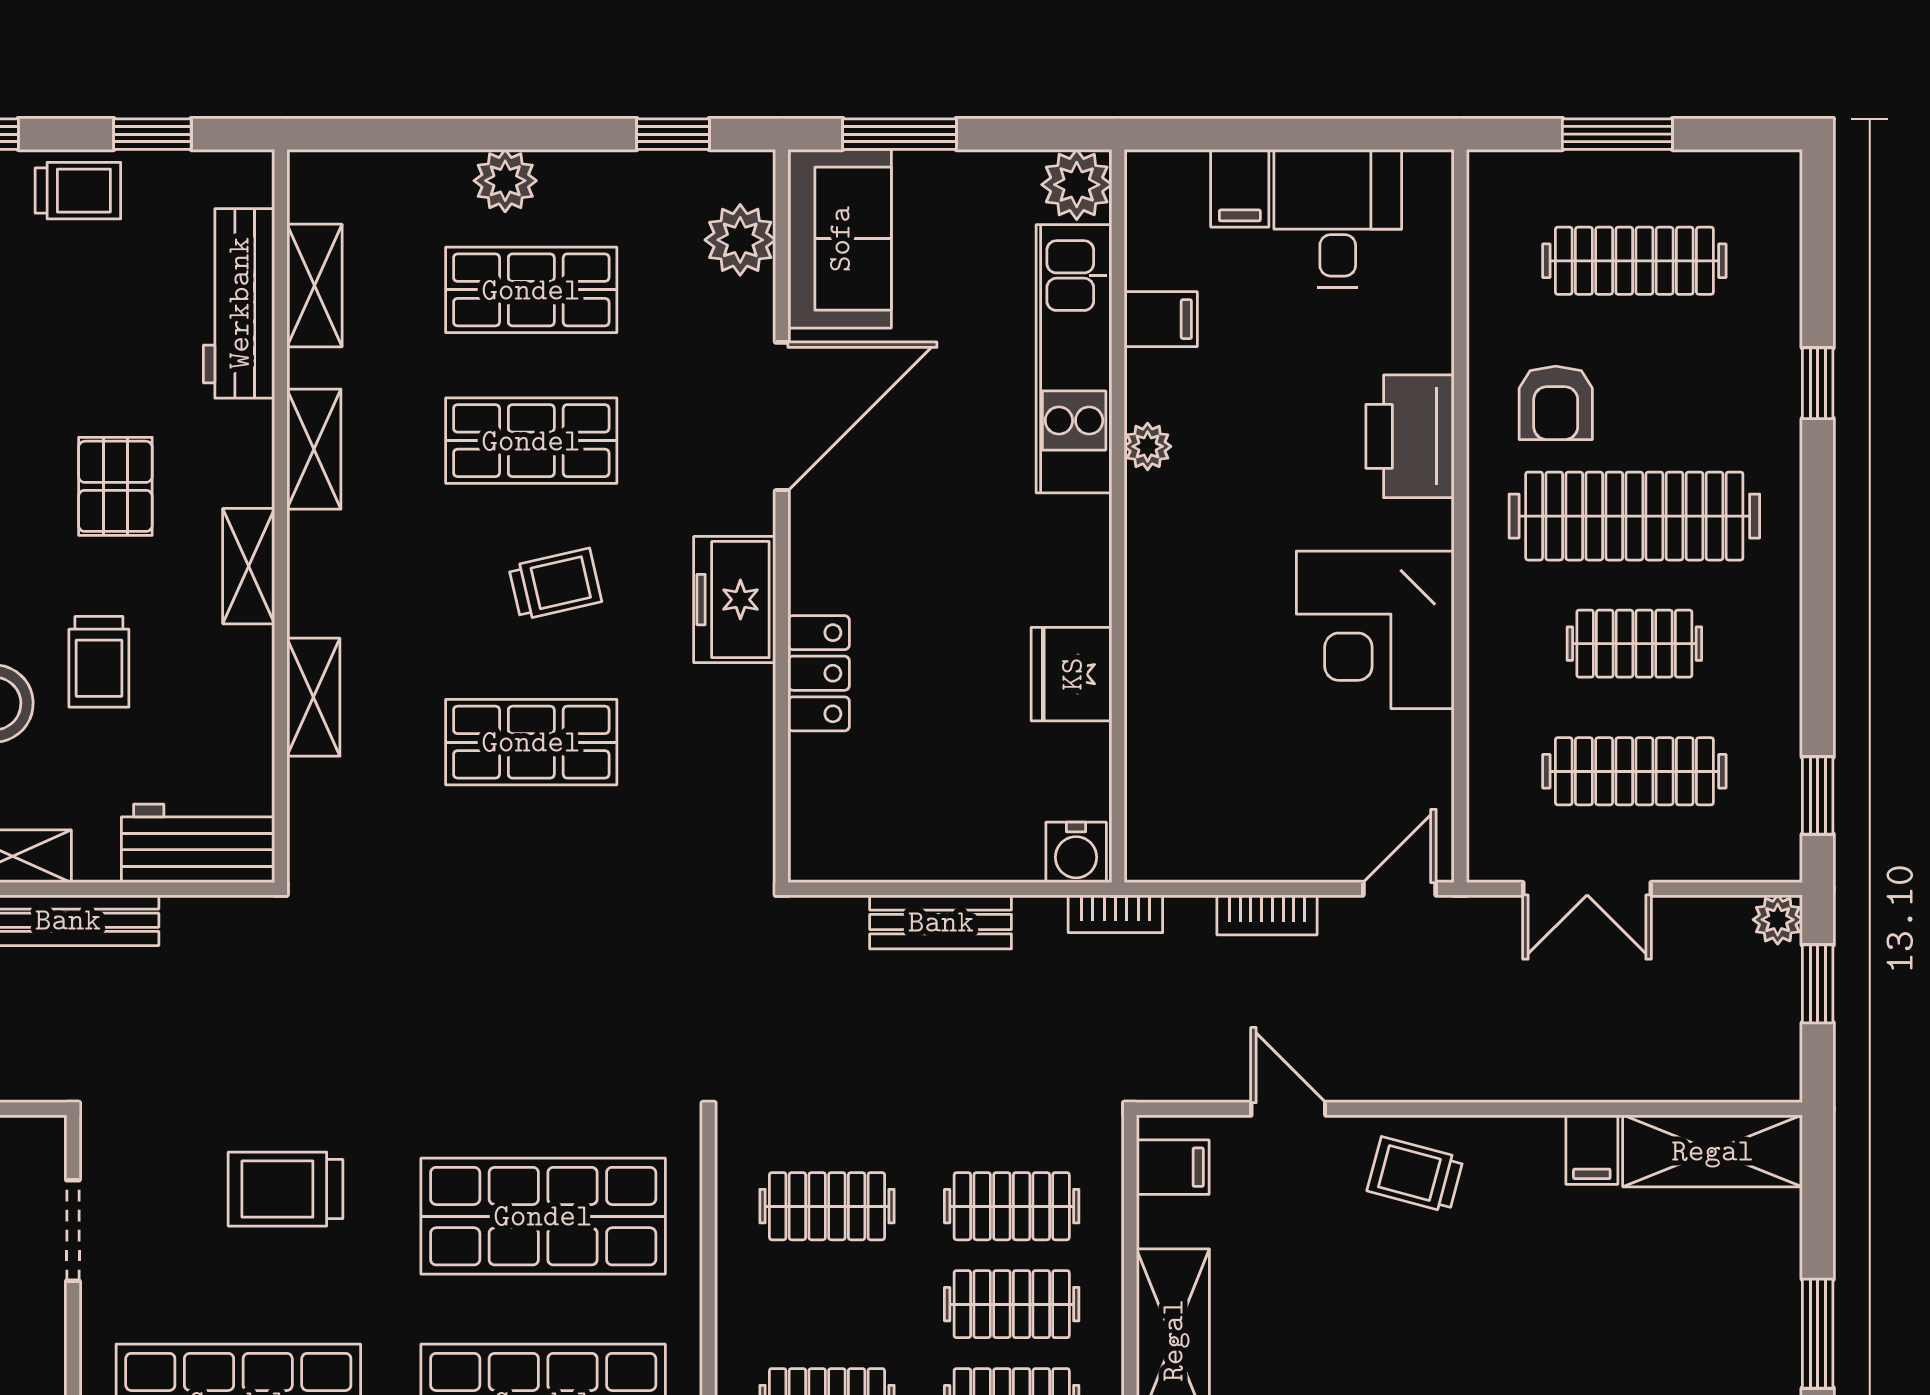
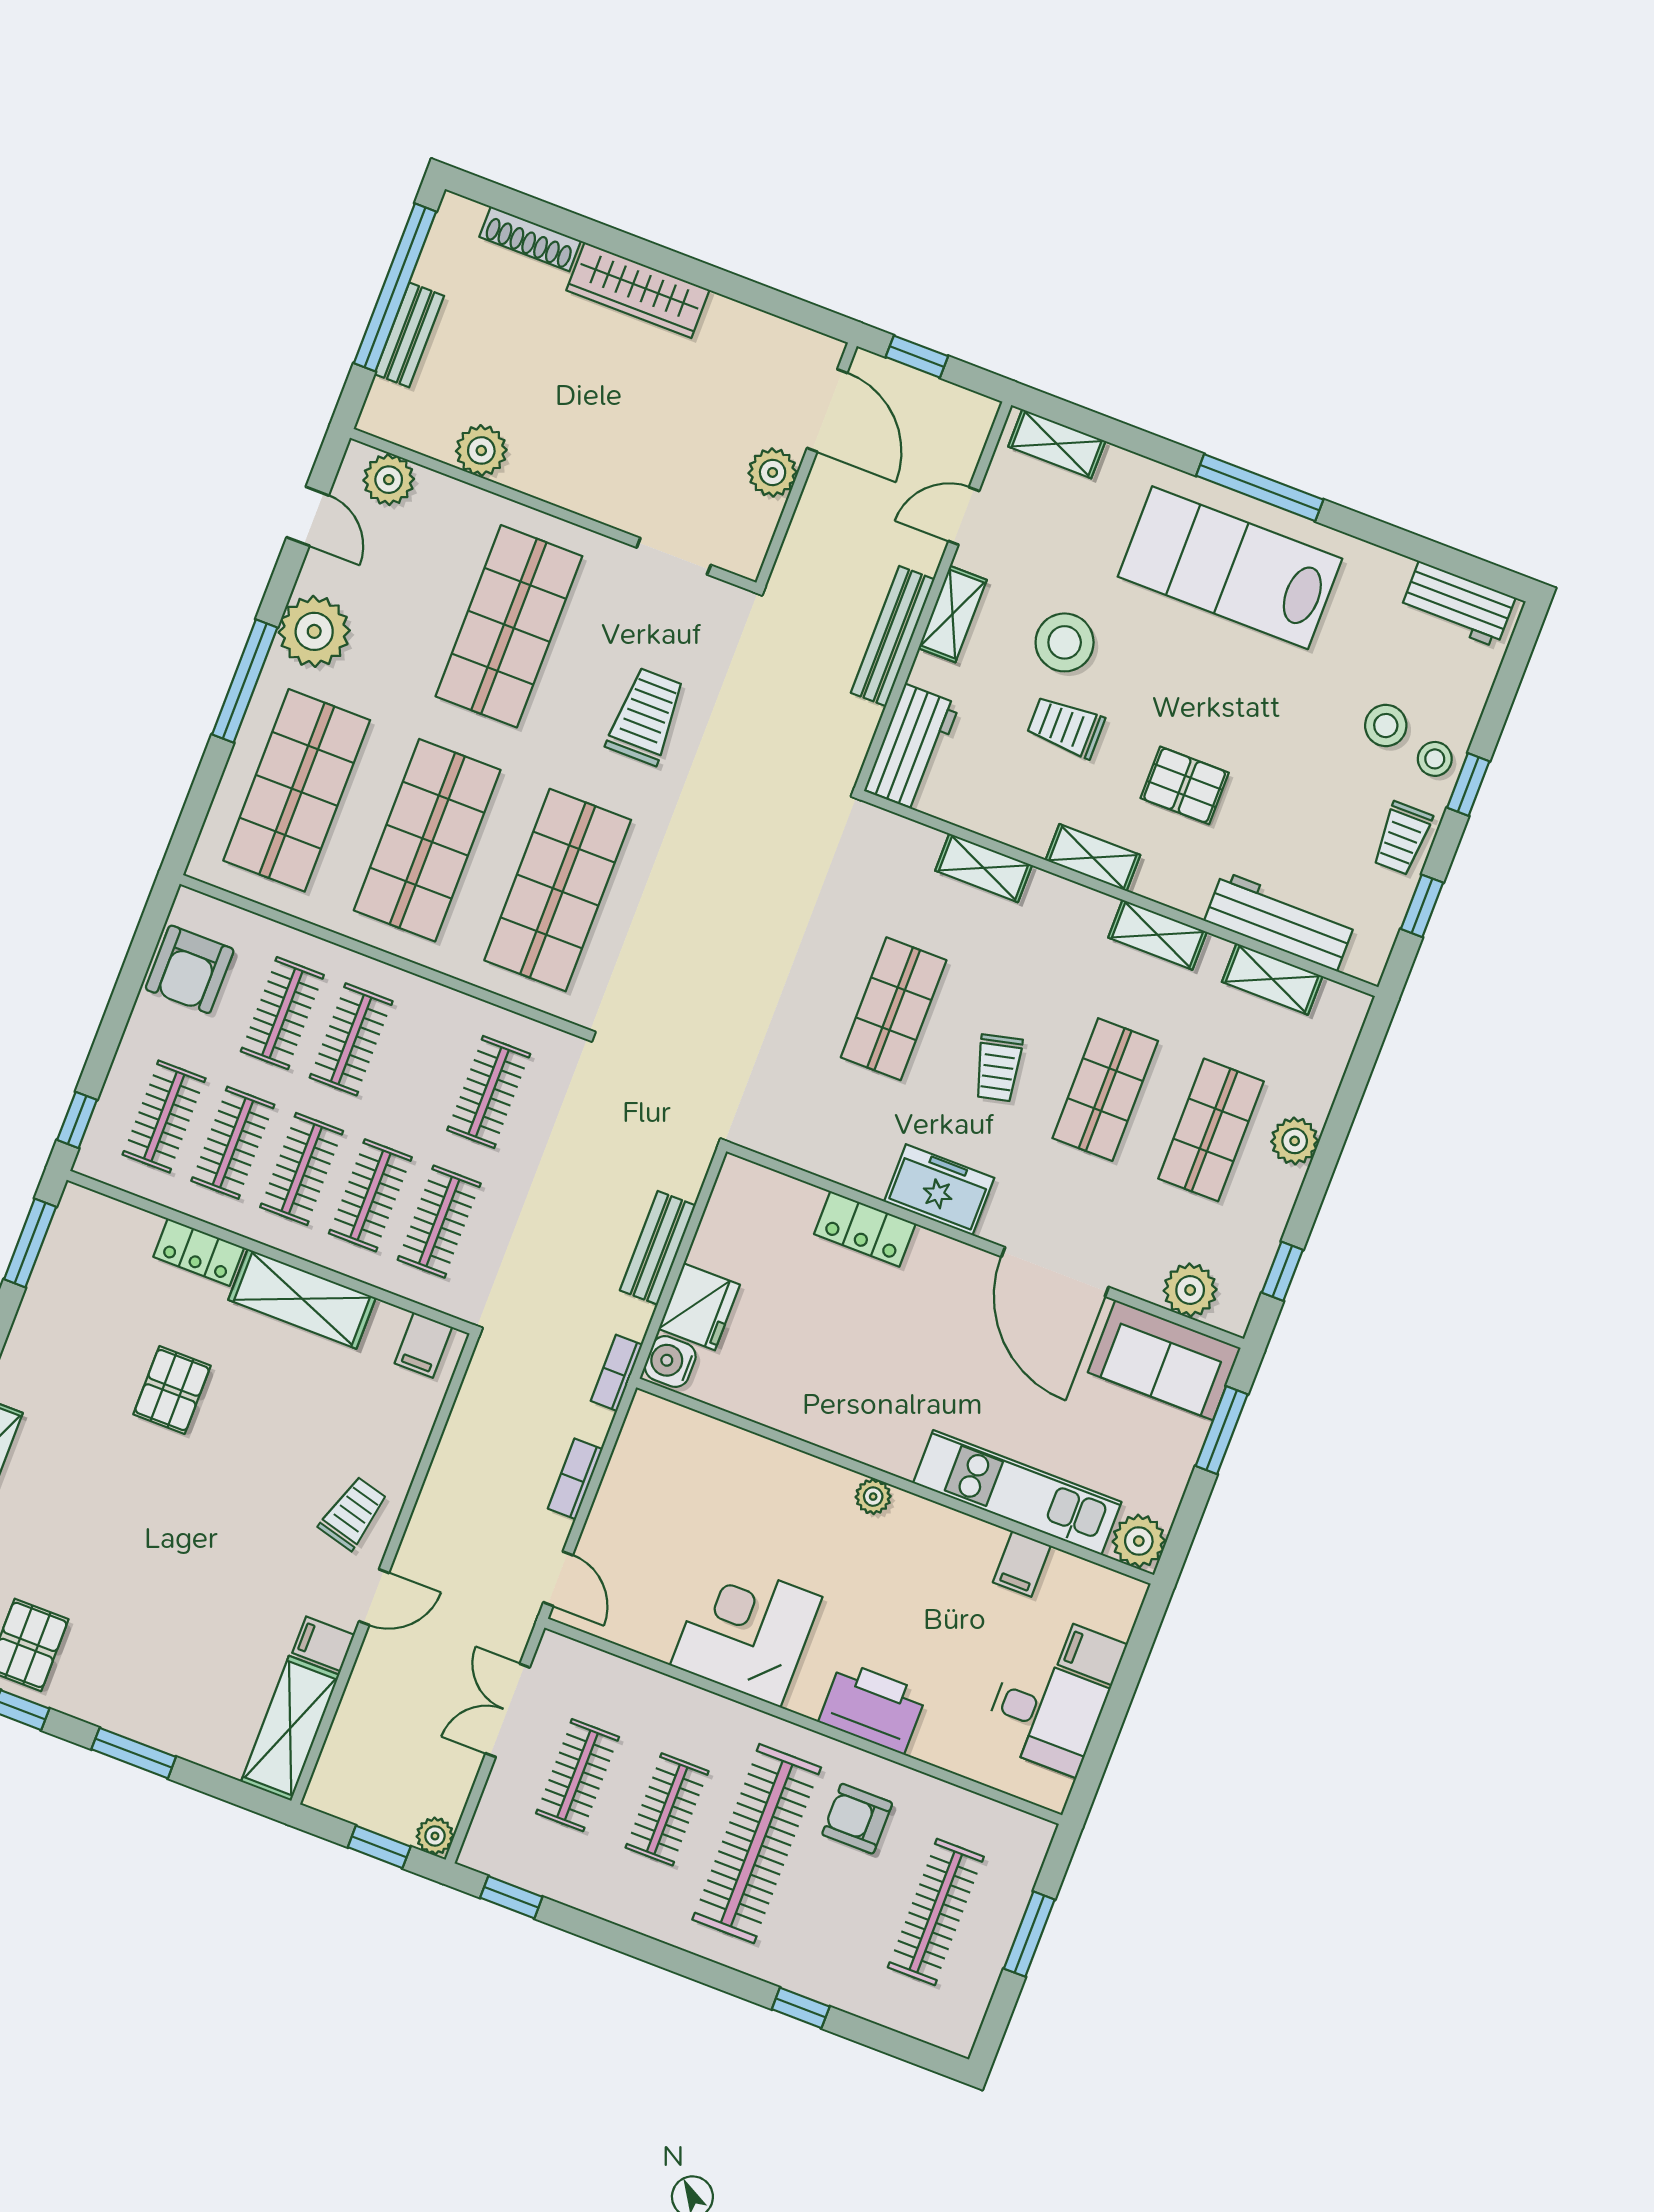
plant: (1148, 446) -> (873, 1497), moved
fridge: (1072, 674) -> (699, 1307), moved, turned 90
clothes rail: (1634, 771) -> (578, 1775), width x0.73
door: (1288, 1109) -> (374, 1597), moved

